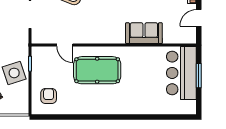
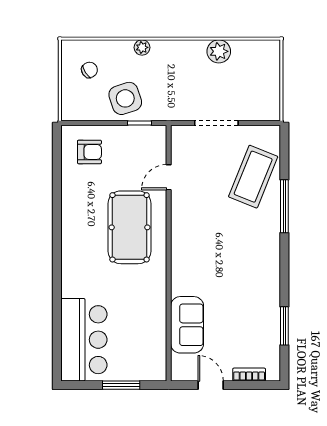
sofa: (144, 33) -> (187, 325), moved
bar counter: (181, 73) -> (84, 340), moved, turned 90

